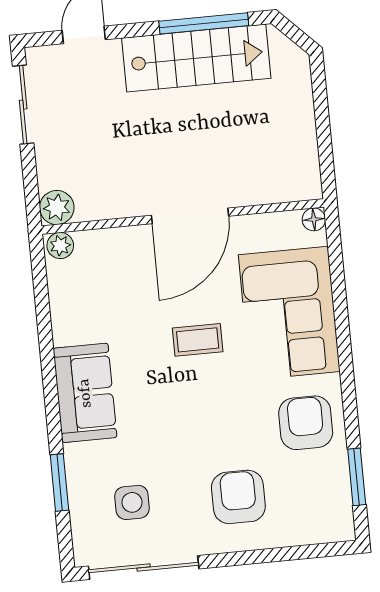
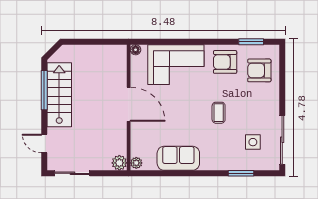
coffee table: (198, 340) -> (219, 113), moved
sofa: (85, 393) -> (178, 158), moved
armchair: (238, 497) -> (259, 70), moved

